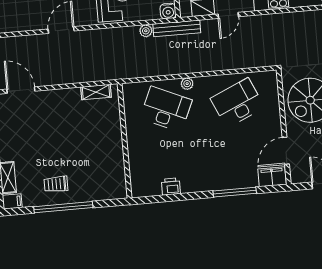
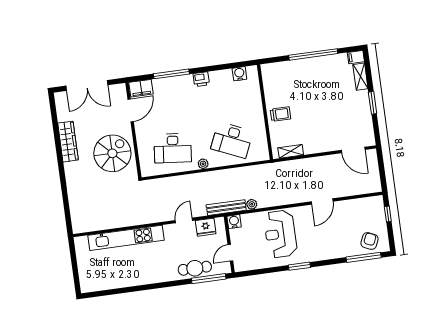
plant: (187, 84) -> (203, 164), moved
desk: (237, 103) -> (173, 148), turned 30
trolley: (56, 184) -> (280, 114), moved
printer: (171, 186) -> (201, 79), moved
water cooler: (153, 188) -> (239, 74), added

